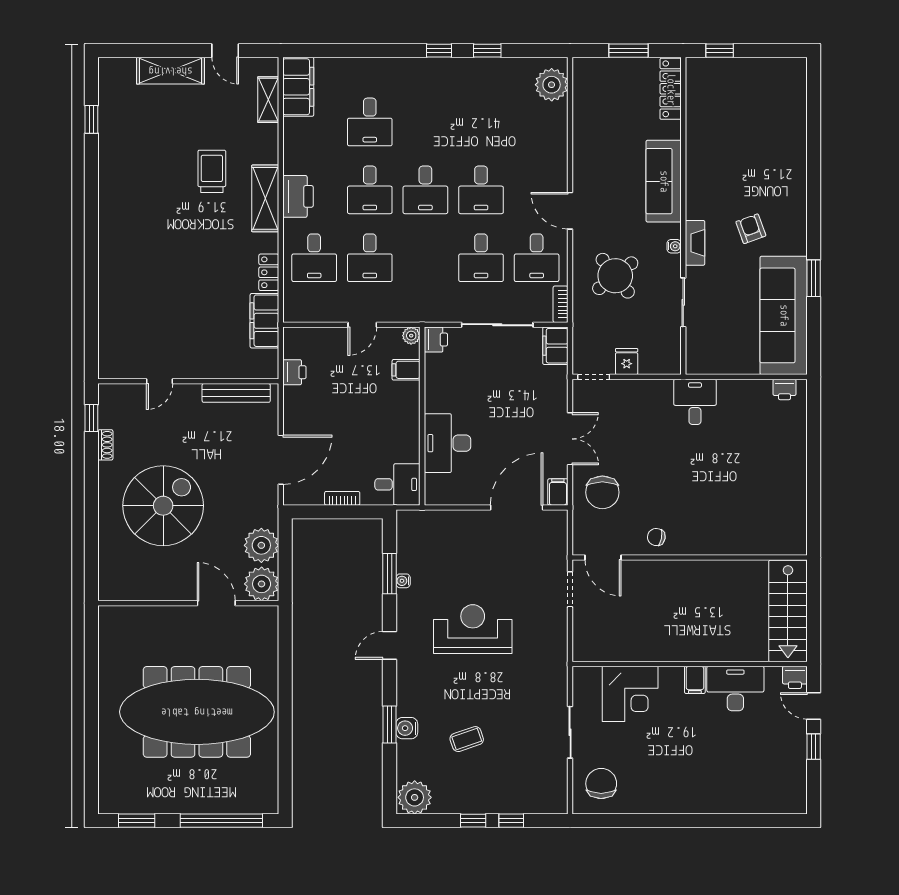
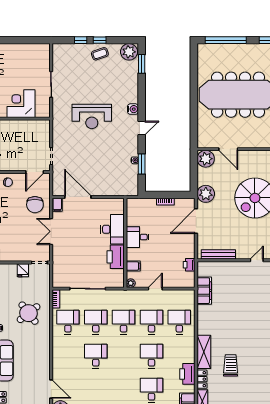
trolley: (212, 171) -> (231, 365), turned 180
desk: (425, 190) -> (124, 322), moved
printer: (298, 196) -> (187, 374), moved
door: (570, 211) -> (51, 389), moved
locker: (269, 272) -> (202, 379), moved
printer: (436, 340) -> (116, 257), moved, width x1.87, depth x1.48
filing cabinet: (555, 346) -> (59, 278), removed
desk: (397, 484) -> (138, 237), moved
chair: (602, 492) -> (35, 205), turned 180
door: (517, 507) -> (78, 197), swing flipped
plant: (261, 545) -> (206, 194), moved
door: (603, 557) -> (35, 172), swing flipped
reception desk: (473, 629) -> (92, 116), moved
window: (389, 725) -> (142, 64), moved
water cooler: (407, 728) -> (133, 109), moved
coffee table: (467, 739) -> (100, 54), moved
chair: (601, 784) -> (36, 59), removed

